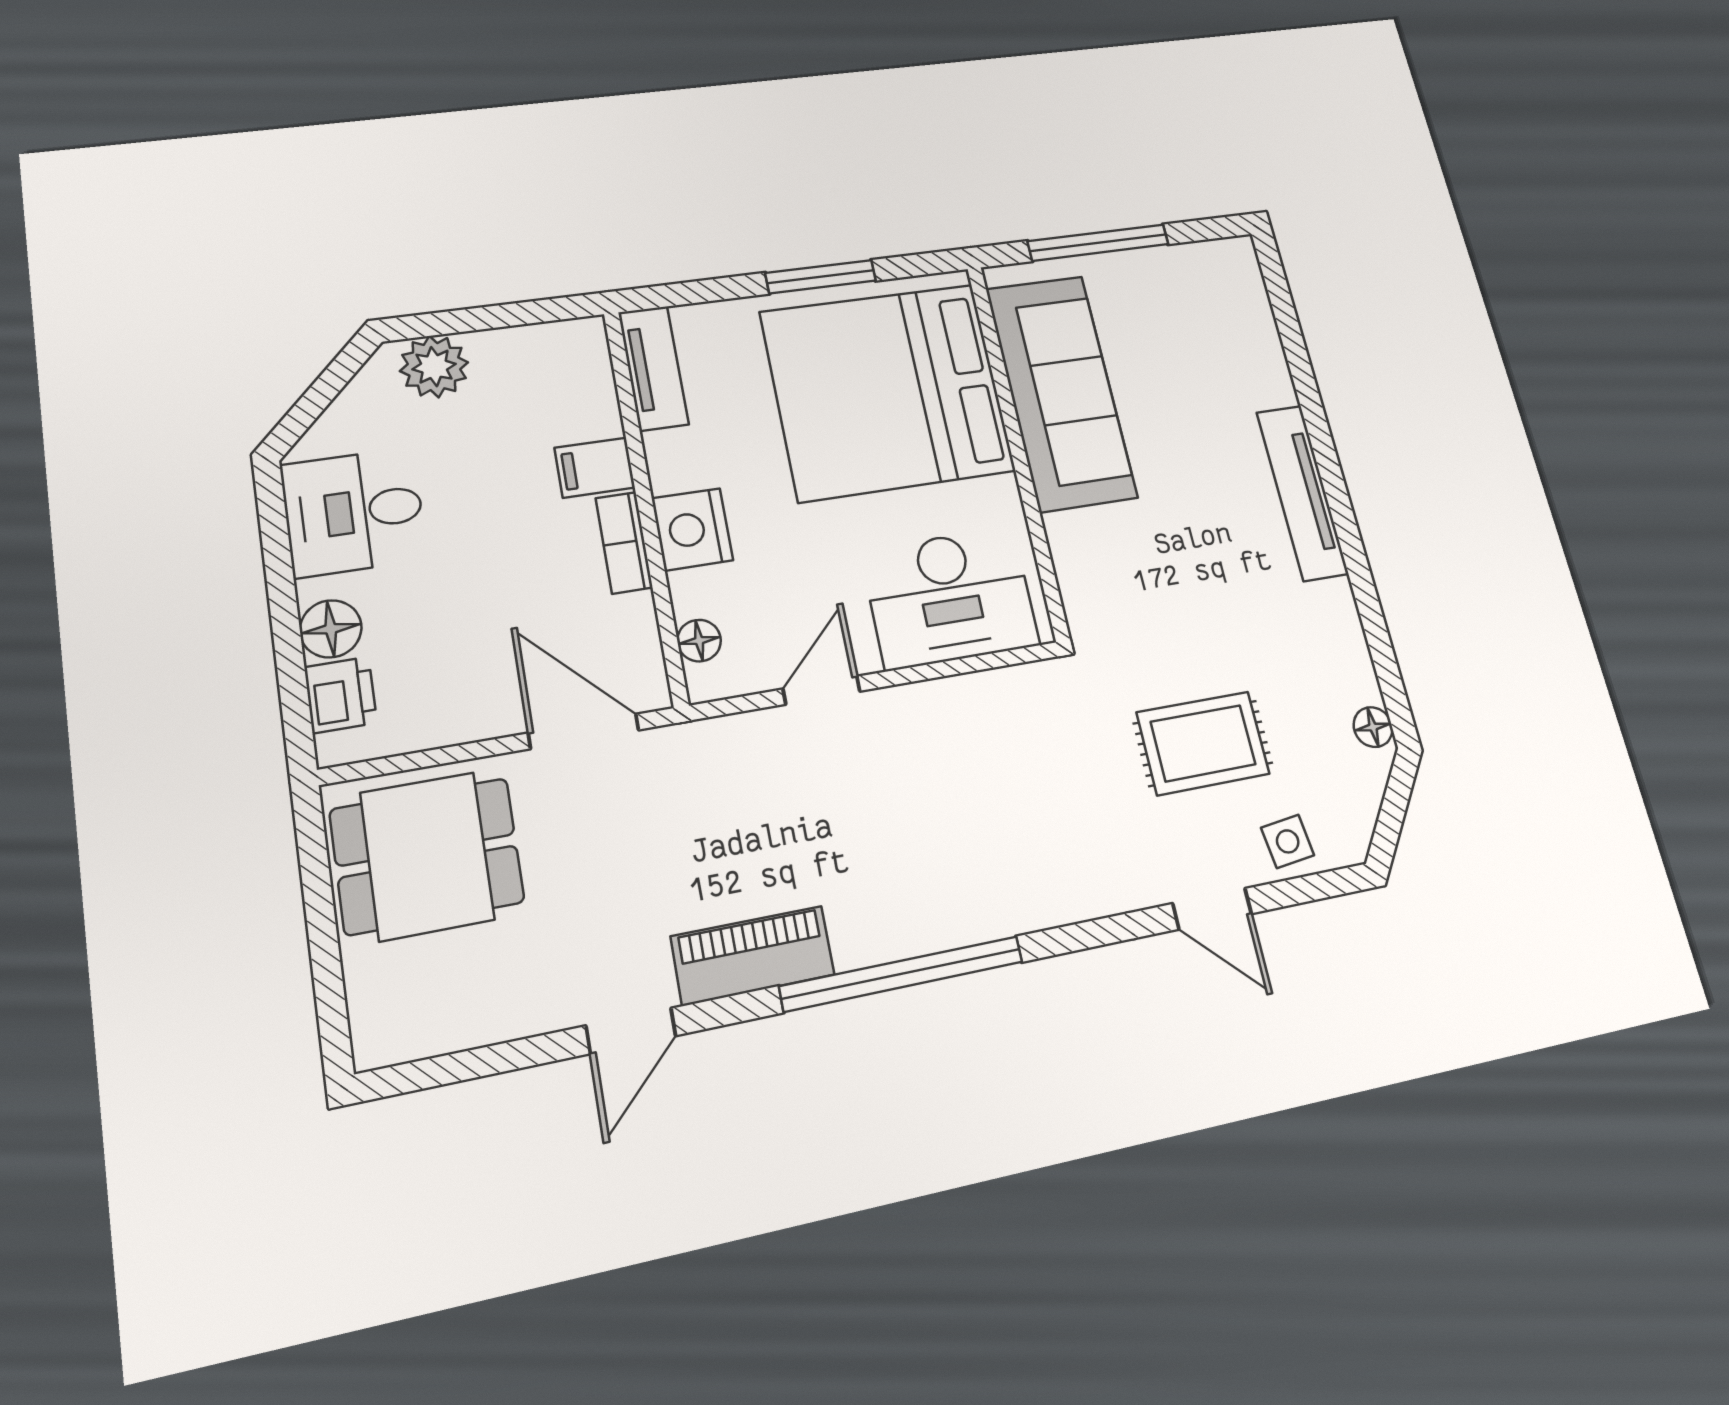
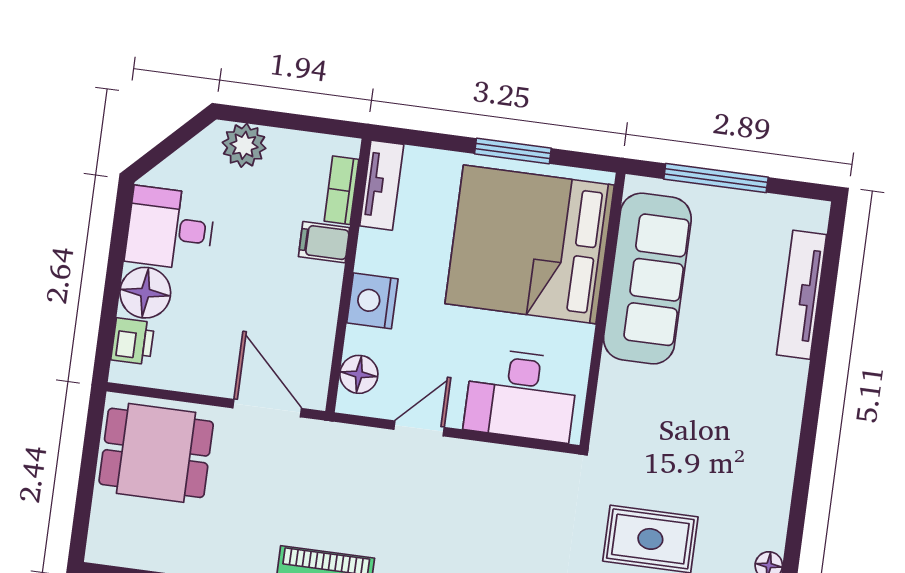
tv unit: (1302, 493) -> (801, 295), moved
bookcase: (624, 543) -> (341, 190), moved
floor lamp: (331, 629) -> (145, 293), width x1.38, depth x1.38
floor lamp: (699, 641) -> (359, 374), width x1.37, depth x1.37

